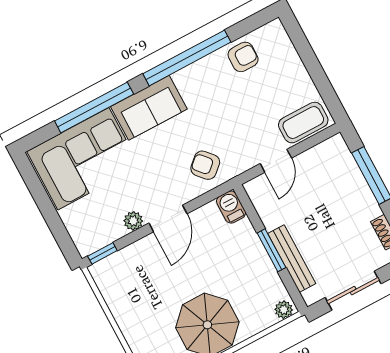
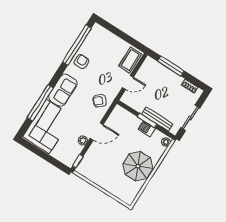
armchair: (243, 57) -> (81, 62), moved
window: (187, 58) -> (77, 45), moved
door: (276, 161) -> (128, 82), hinge flipped
barbecue: (231, 207) -> (147, 129), moved
door: (168, 218) -> (97, 131), hinge flipped

